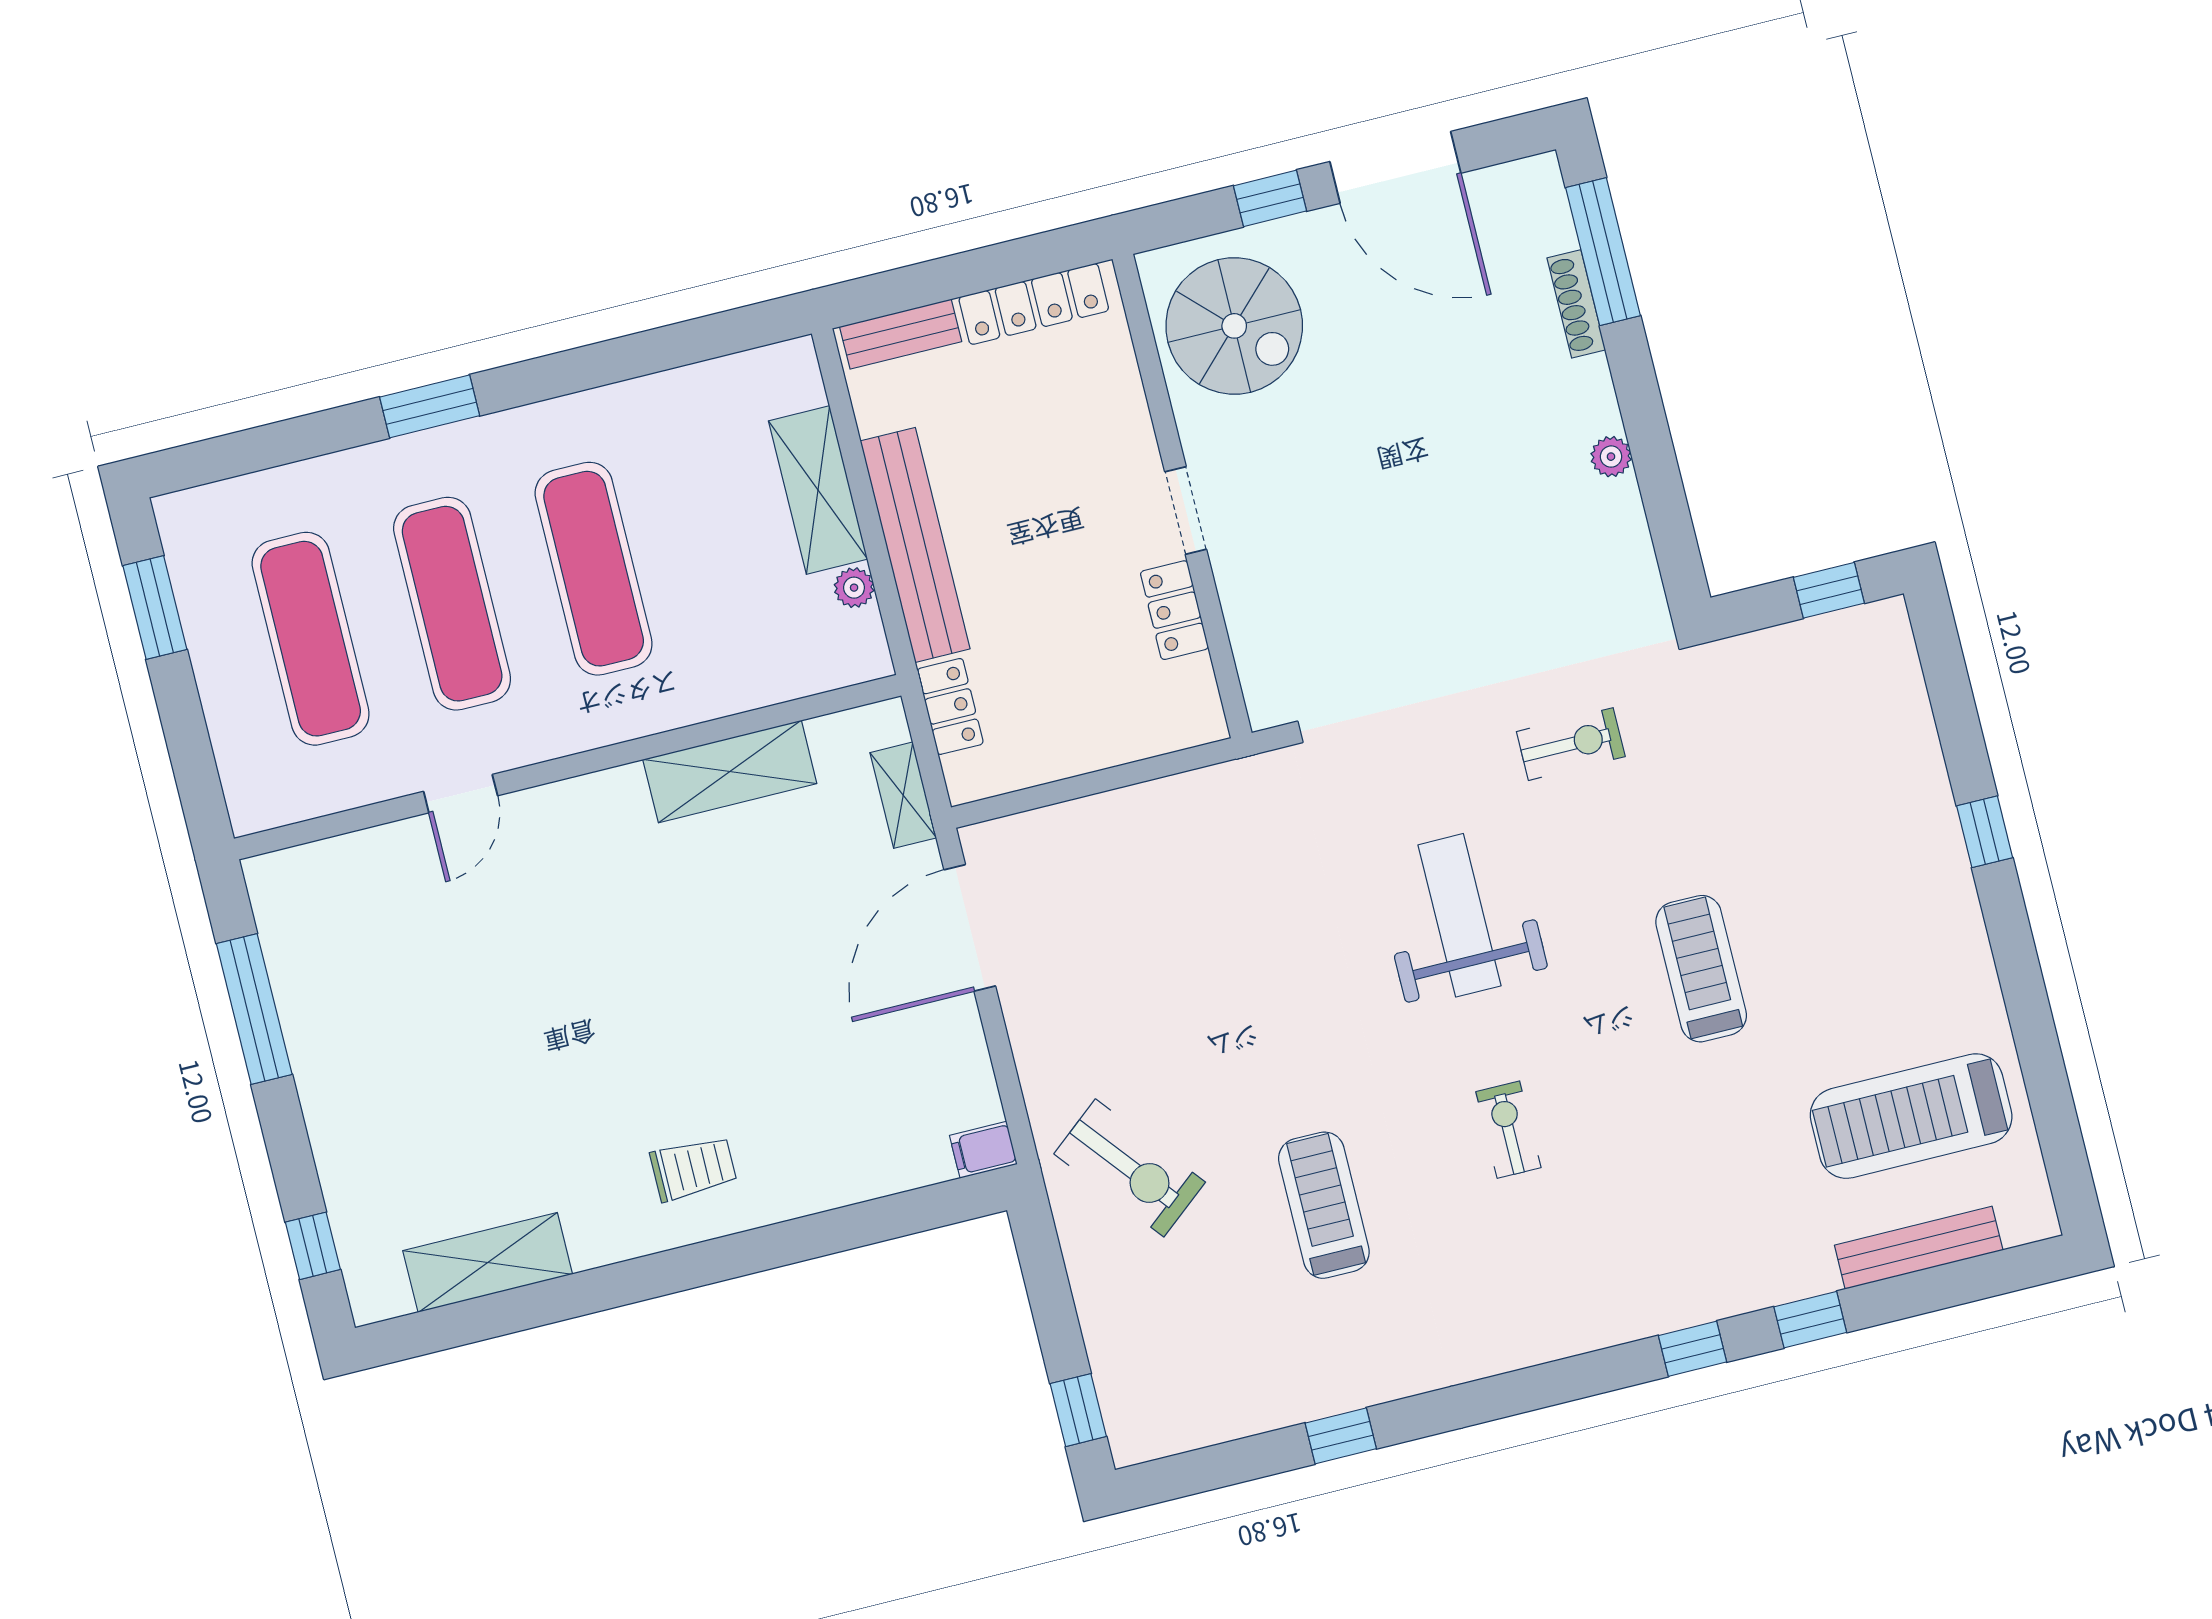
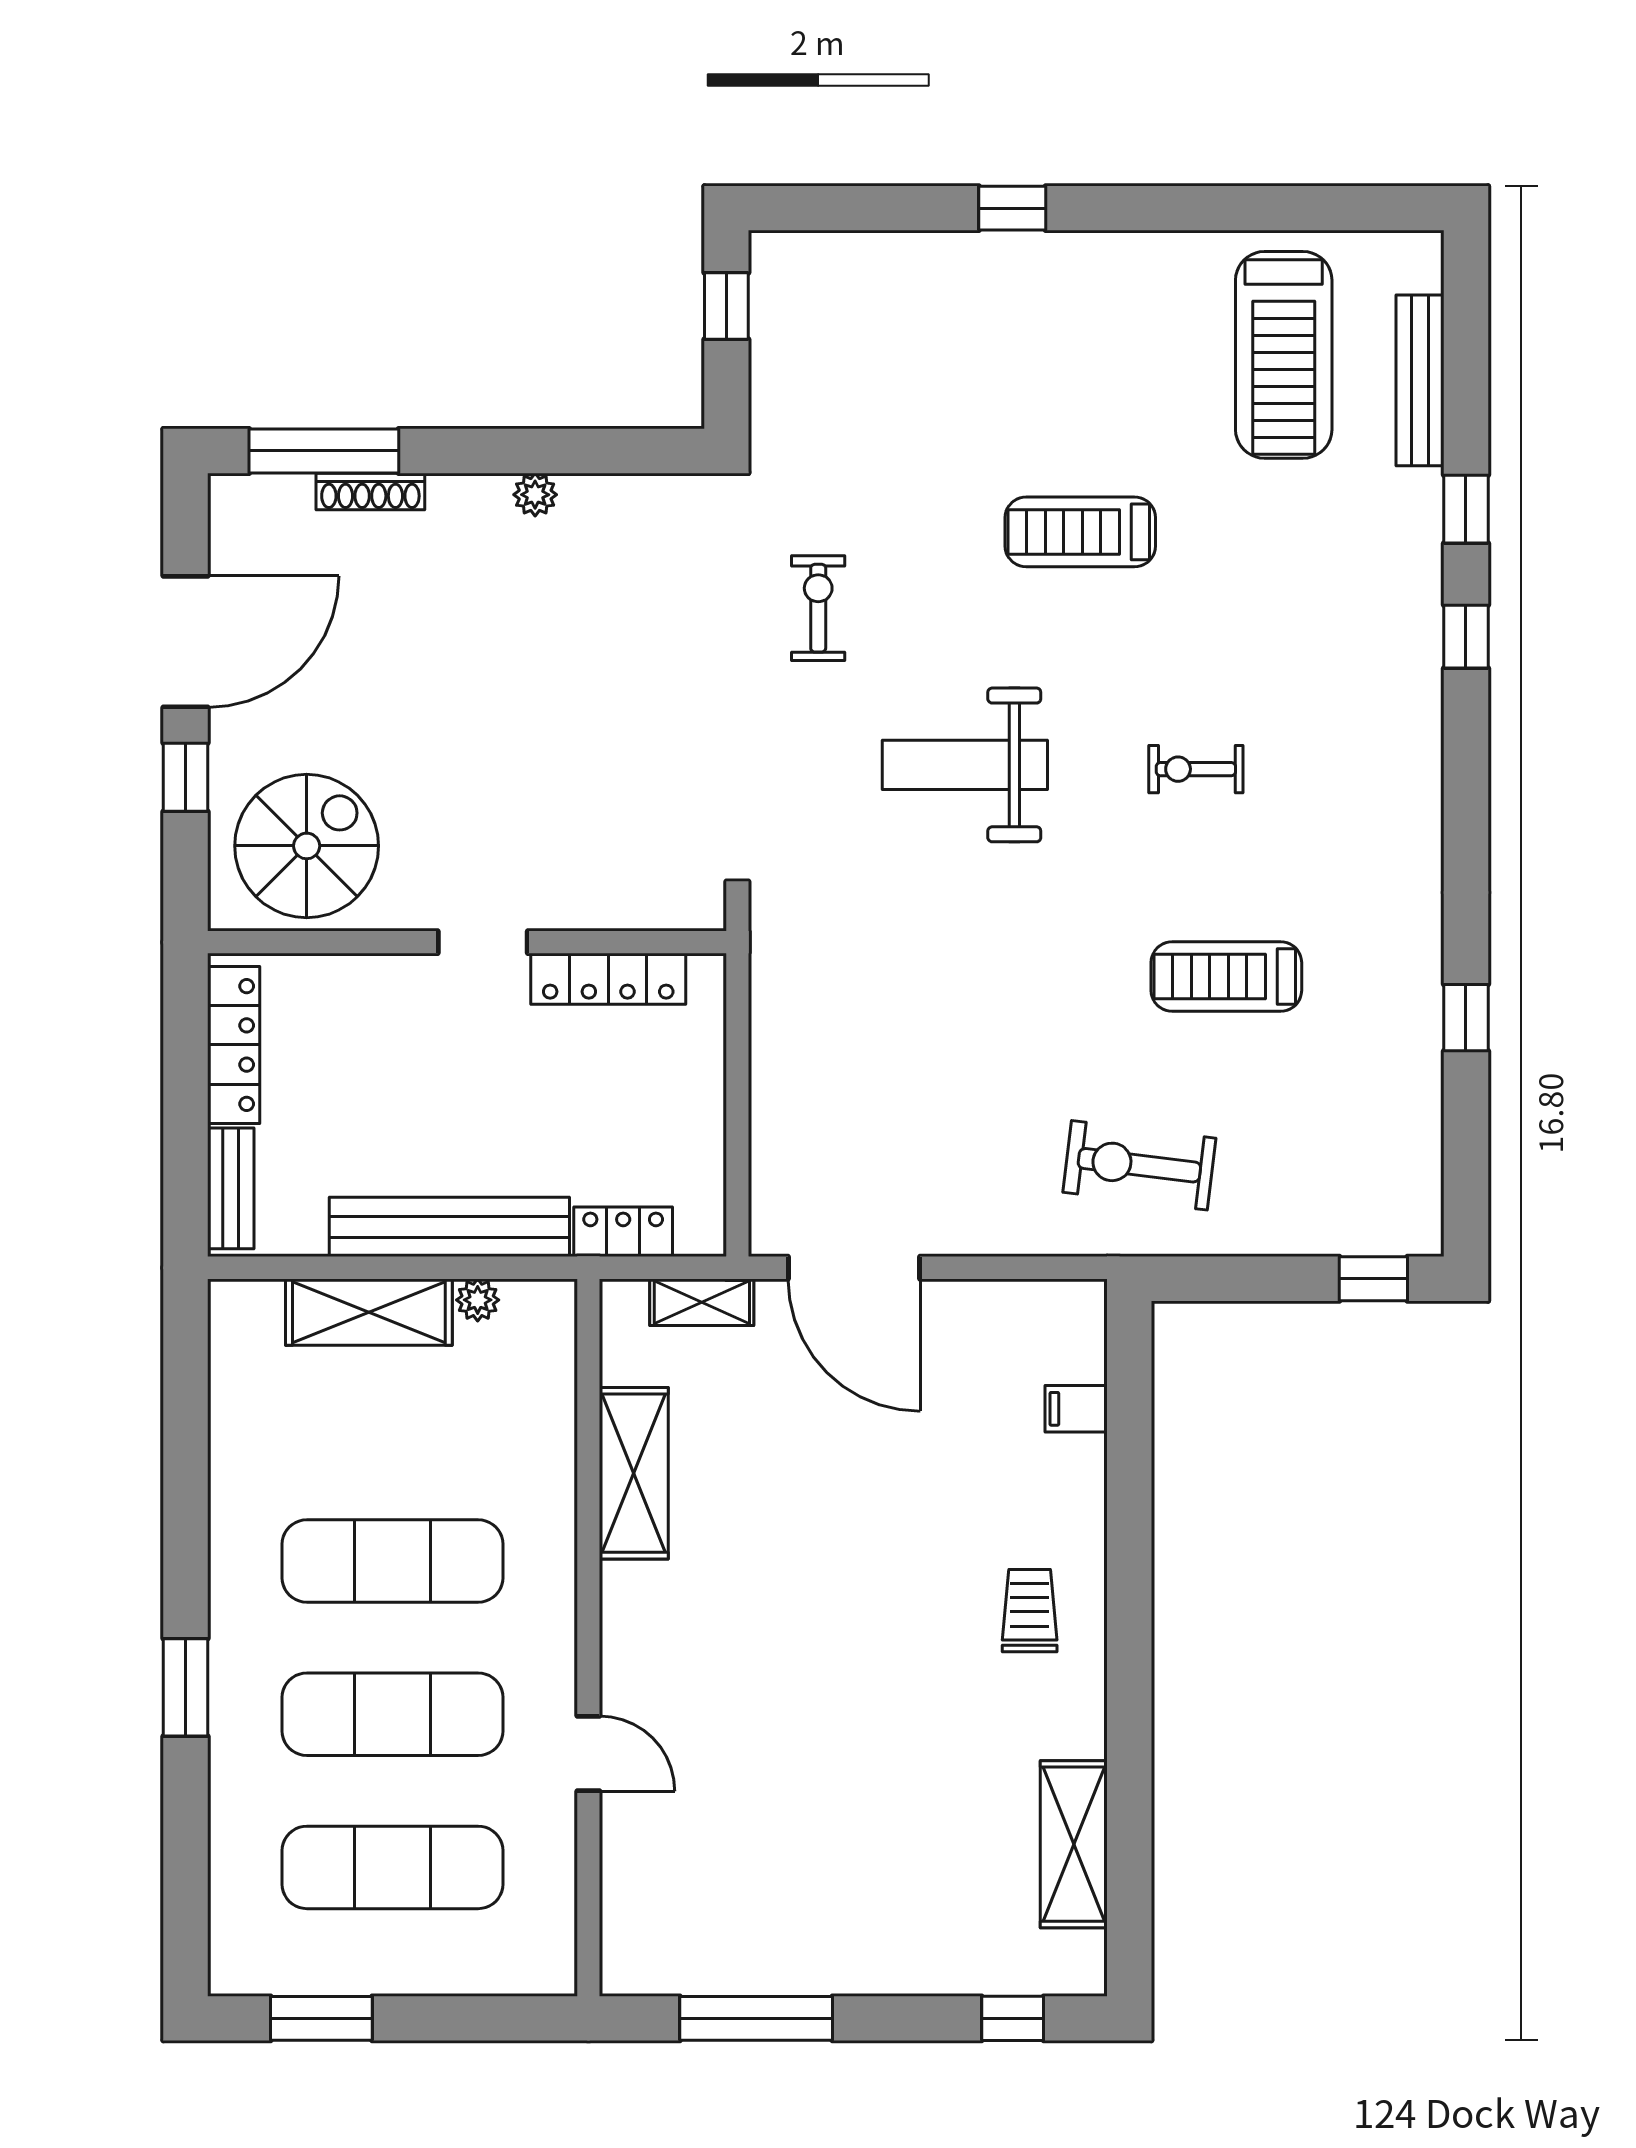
locker: (1174, 610) -> (608, 979), width x1.53
filing cabinet: (983, 1150) -> (1076, 1409), moved, turned 90
exercise bike: (1130, 1168) -> (1139, 1165), turned -134

